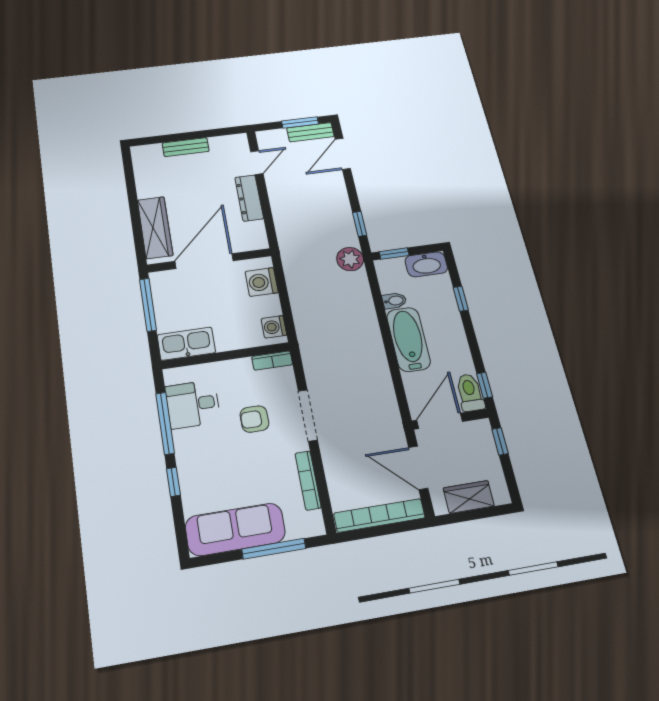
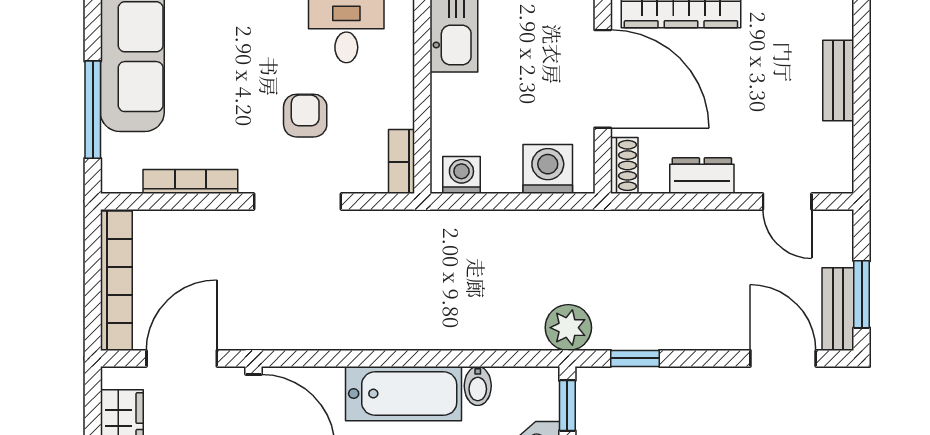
dresser: (249, 198) -> (702, 176), width x0.70
shoe rack: (252, 244) -> (624, 165), added

